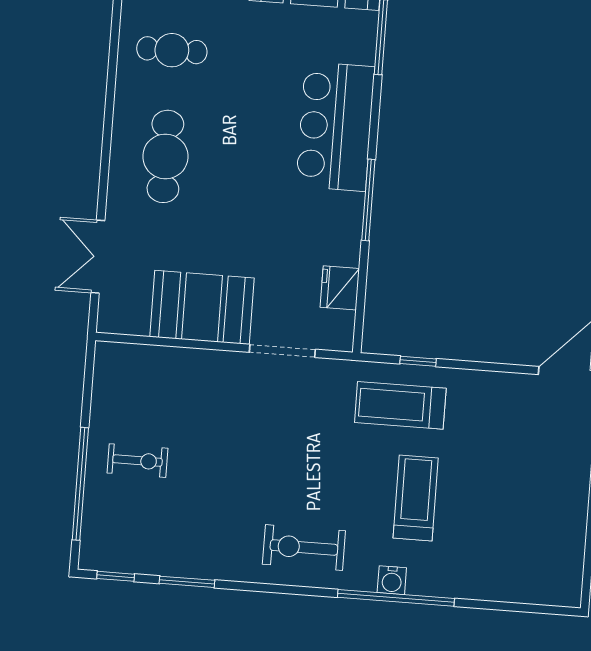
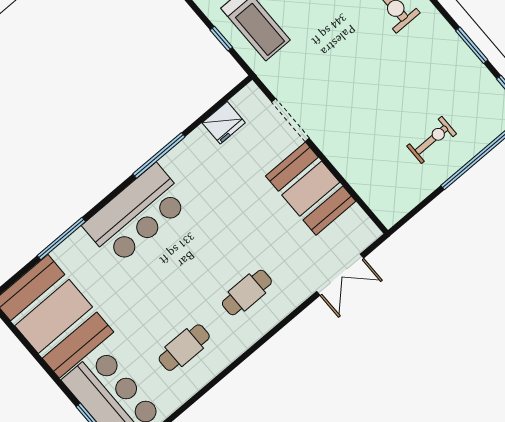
cafe table: (172, 50) -> (184, 348), turned 90
cafe table: (165, 156) -> (247, 292), width x0.73, depth x0.74
exercise bike: (137, 461) -> (432, 140), turned 90

